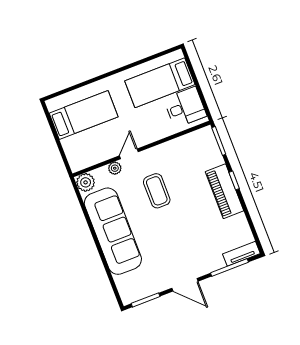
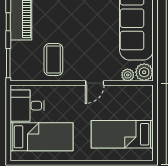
plant: (115, 168) -> (128, 75), moved
coffee table: (157, 191) -> (53, 59), moved

